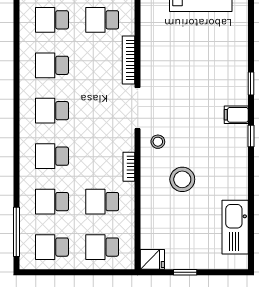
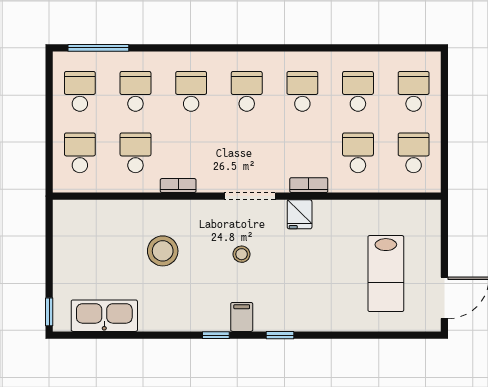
bookcase: (129, 60) -> (309, 185), width x0.64
stool: (158, 142) -> (242, 254), moved
fridge: (152, 259) -> (300, 214), moved
window: (185, 272) -> (49, 312), moved

